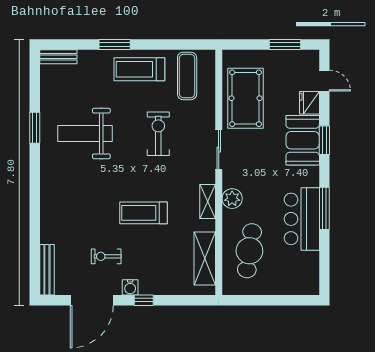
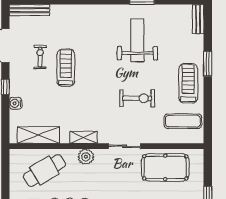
treadmill: (143, 213) -> (66, 68), moved
cafe table: (249, 251) -> (45, 171), turned -39
water cooler: (130, 287) -> (16, 103), moved

